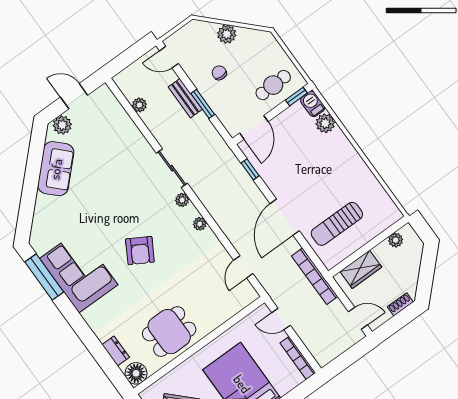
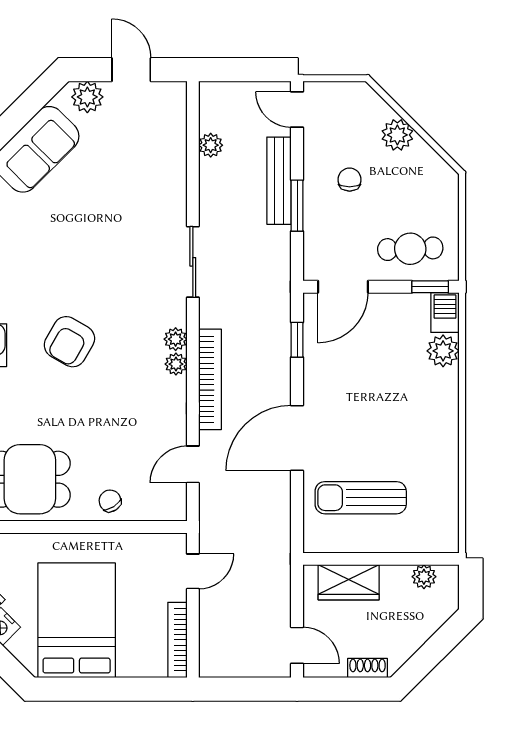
bench: (185, 98) -> (279, 181), width x1.36
plant: (182, 200) -> (176, 339), moved
bookcase: (315, 276) -> (210, 379), moved, turned 180
chair: (216, 314) -> (110, 501), added
door: (281, 319) -> (193, 571), swing flipped

